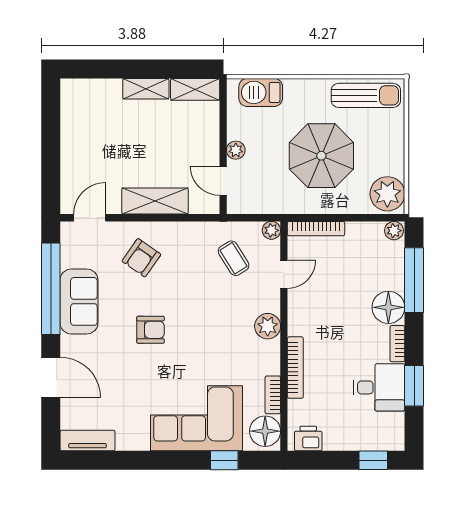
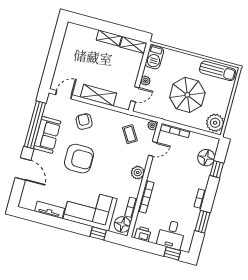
barbecue: (261, 92) -> (154, 57), moved, turned -90
door: (223, 181) -> (135, 94), swing flipped
plant: (394, 231) -> (213, 142), removed
armchair: (141, 258) -> (84, 122), turned 117
window: (414, 280) -> (217, 169), width x0.46
floor lamp: (388, 307) -> (206, 158), moved
armchair: (151, 330) -> (79, 159), width x1.88, depth x1.88
desk: (379, 387) -> (171, 235), moved, turned 90
tv unit: (88, 440) -> (50, 210), moved

